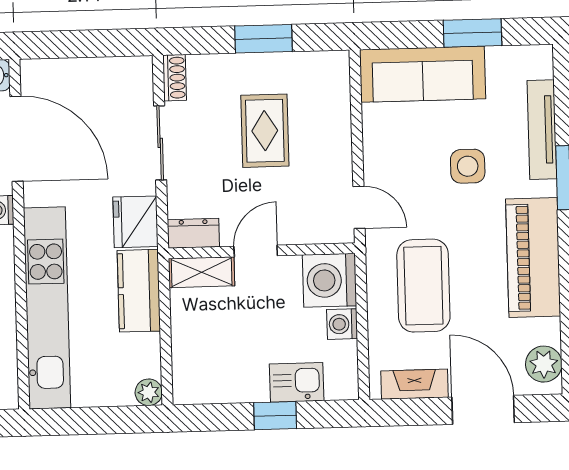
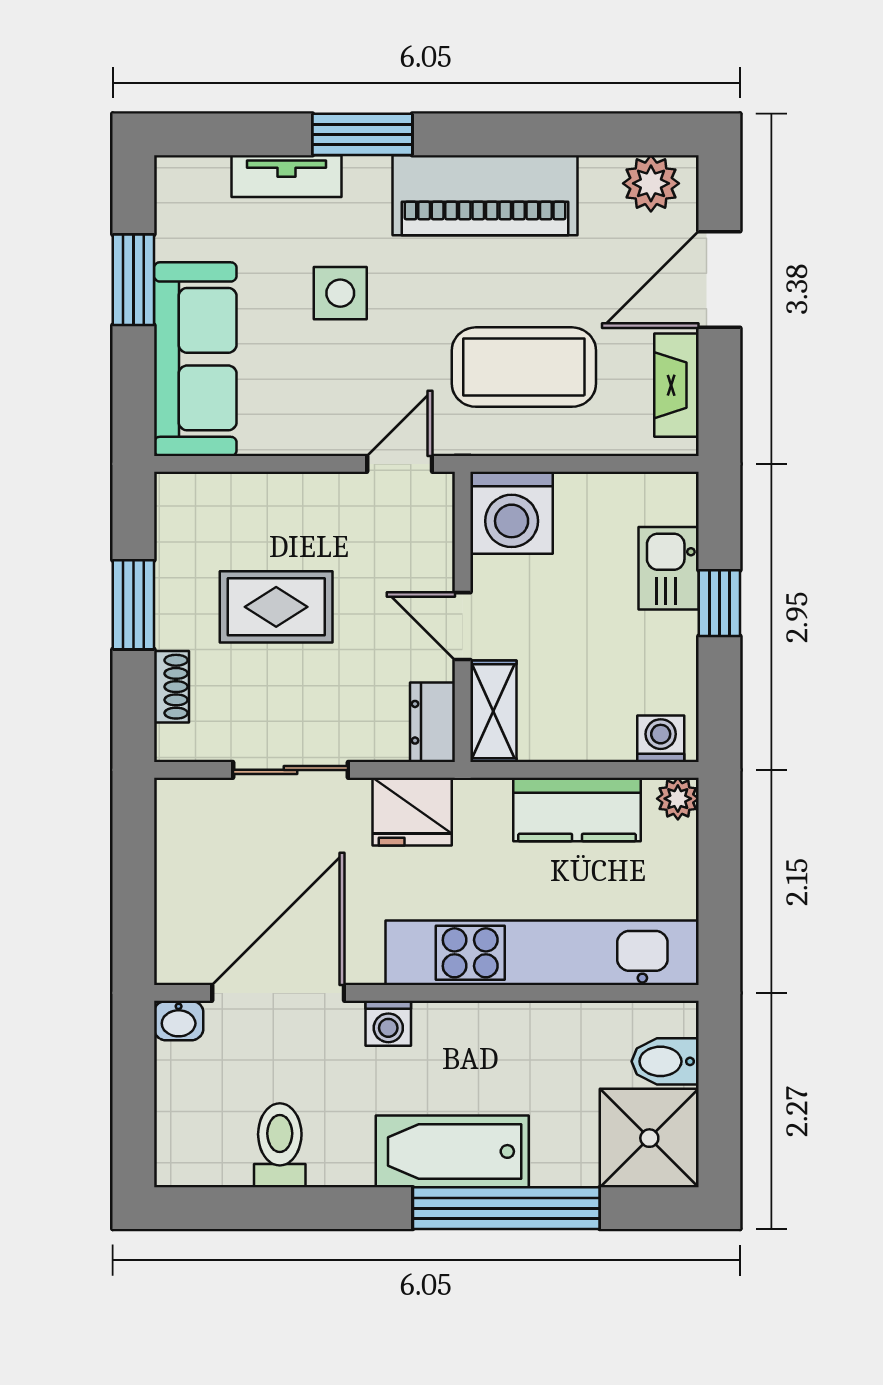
shoe rack: (175, 78) -> (172, 687), moved, turned 90
tv unit: (542, 130) -> (286, 176), width x0.71
kitchen counter: (139, 291) -> (577, 810), moved
washing machine: (342, 324) -> (661, 739), moved, turned 180

